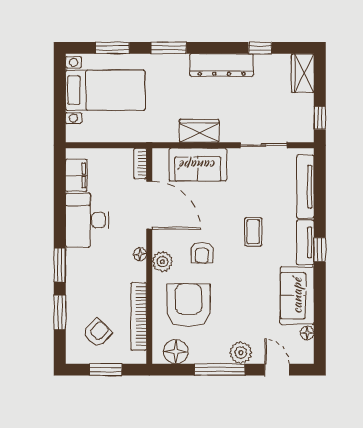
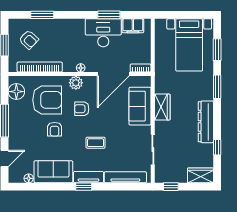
window: (60, 265) -> (109, 15), moved
armchair: (233, 294) -> (55, 129), added
plant: (241, 353) -> (16, 134), removed

